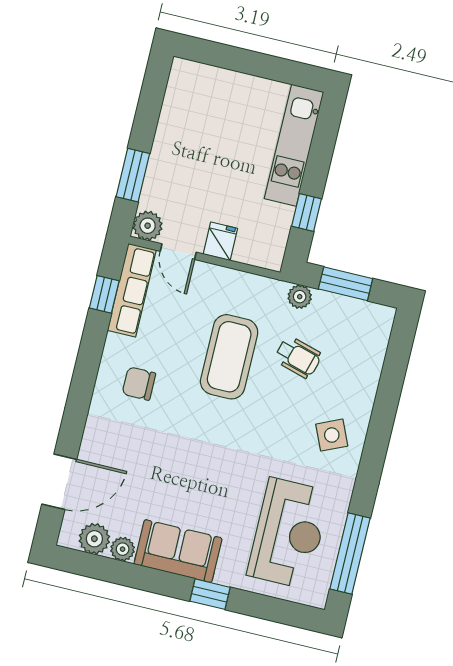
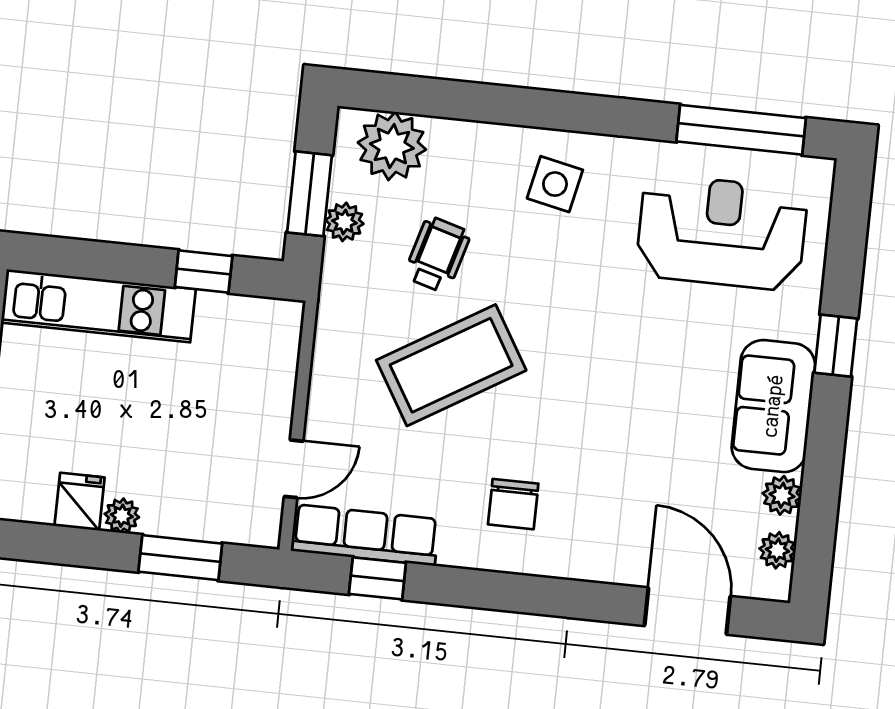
plant: (148, 226) -> (122, 516), moved, width x0.73, depth x0.73
fridge: (220, 241) -> (80, 502), moved, turned 90
plant: (300, 297) -> (344, 222), moved
plant: (368, 338) -> (392, 146), added
coffee table: (229, 357) -> (451, 365), turned -31
side table: (332, 435) -> (555, 184), turned 36
plant: (94, 539) -> (777, 550), width x0.73, depth x0.73

